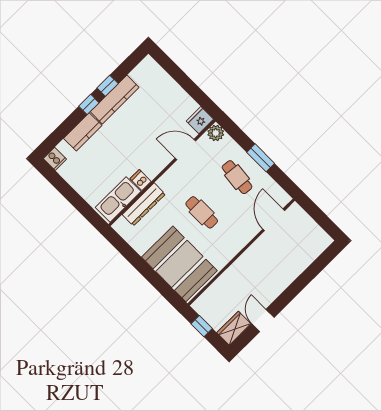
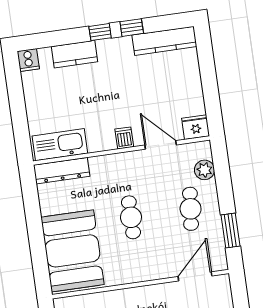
kitchen counter: (115, 100) -> (164, 41), moved
plant: (216, 133) -> (204, 170), moved
window: (261, 158) -> (230, 231), moved
dishwasher: (141, 180) -> (124, 138), moved
dresser: (144, 204) -> (62, 171), moved

